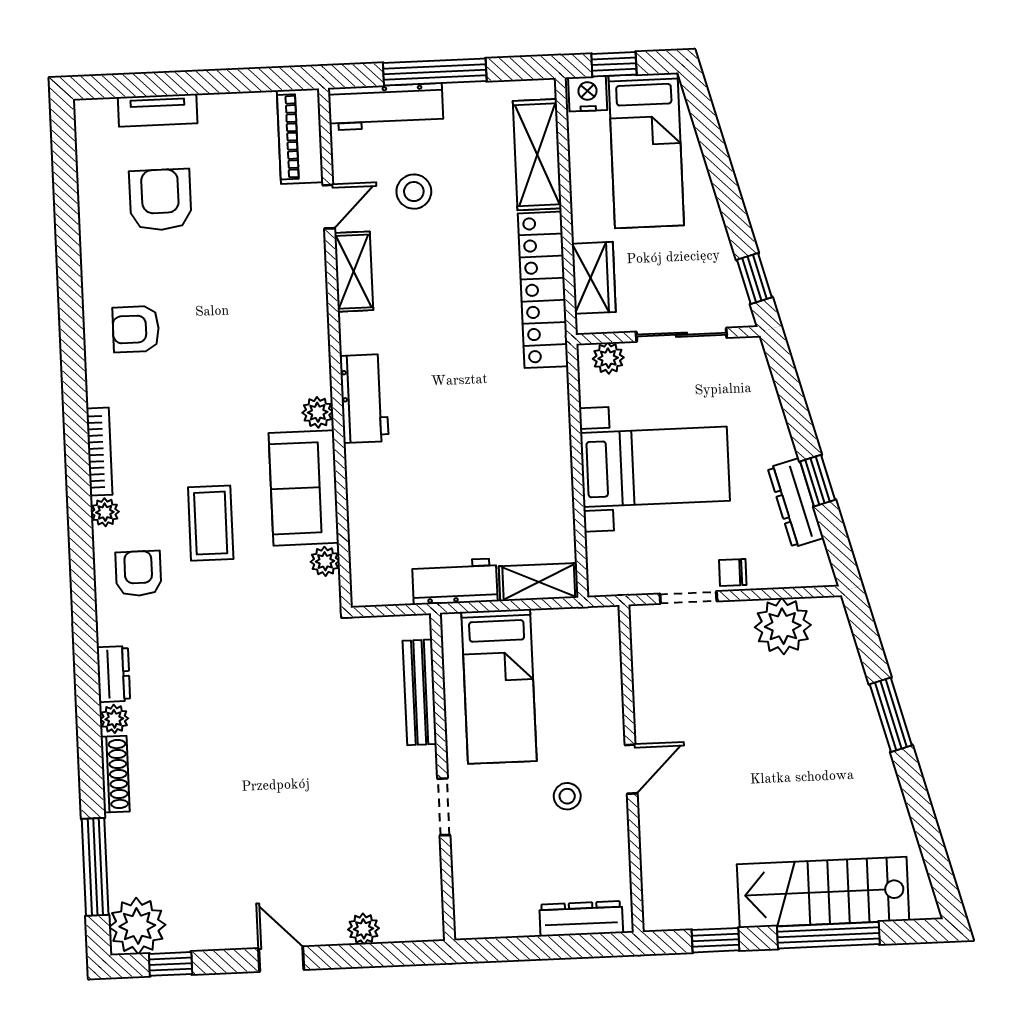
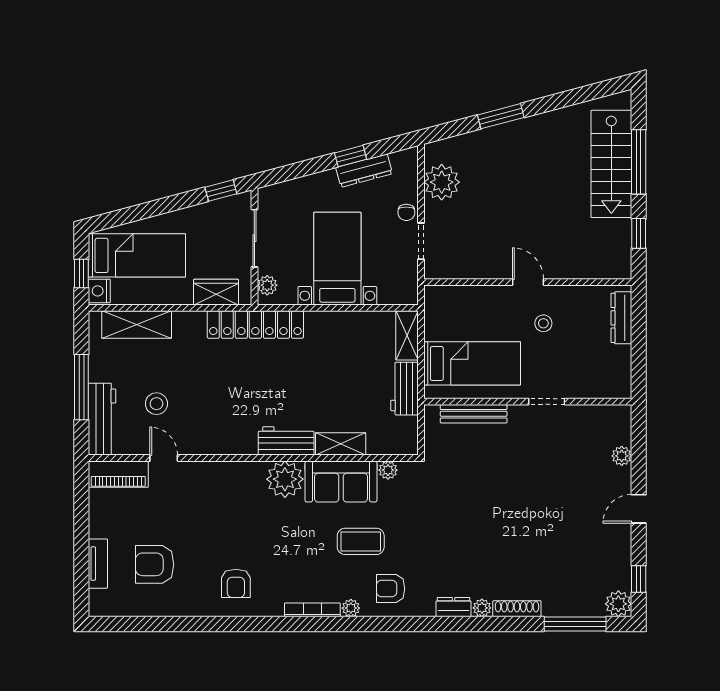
shelving: (354, 272) -> (341, 444), moved
locker: (543, 290) -> (255, 325), moved
plant: (318, 412) -> (285, 479), width x1.87, depth x1.87
plant: (137, 926) -> (618, 604), width x0.73, depth x0.73

